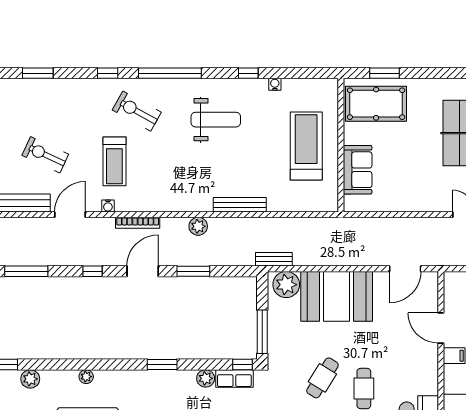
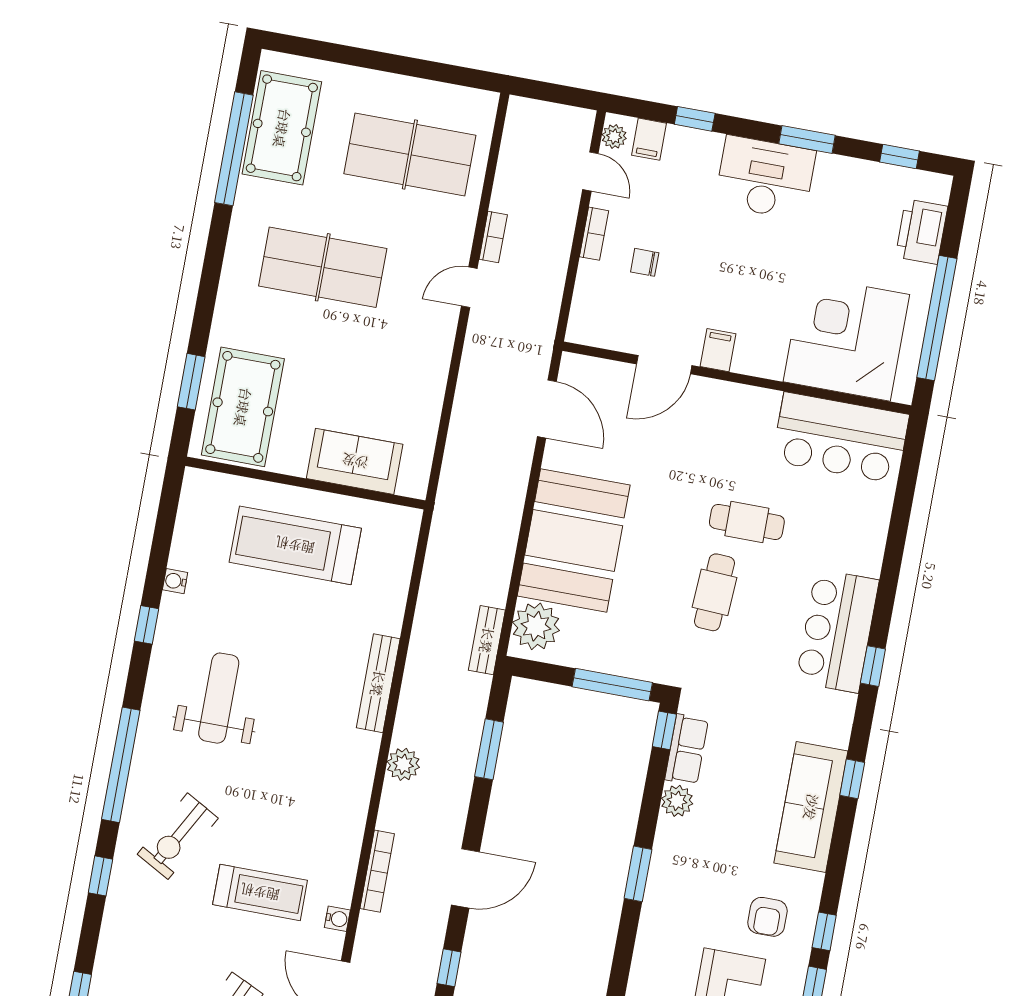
door: (143, 271) -> (465, 878), swing flipped
window: (193, 271) -> (489, 749), moved
cafe table: (322, 378) -> (714, 592), turned 61

